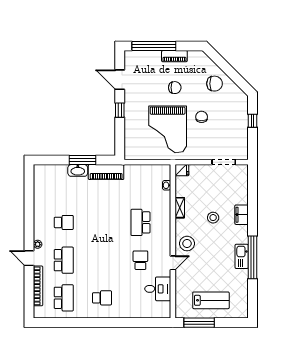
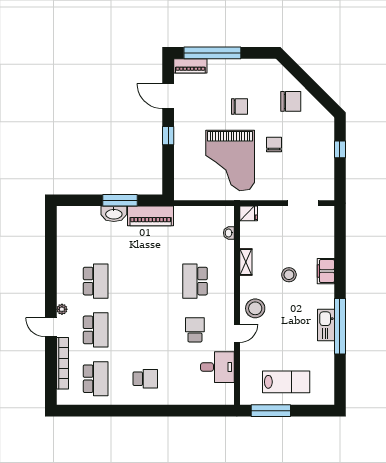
piano: (174, 56) -> (190, 66), moved
school desk: (64, 222) -> (96, 281), width x1.85

